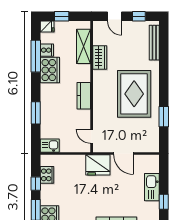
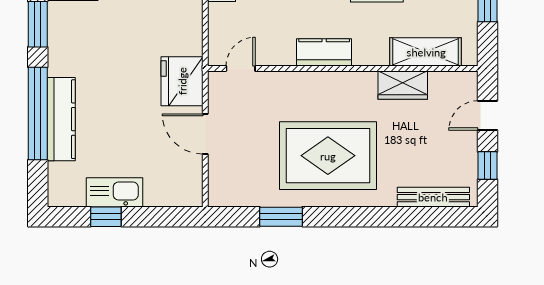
door: (124, 154) -> (205, 134), hinge flipped
kitchen sink: (152, 187) -> (114, 192), moved

